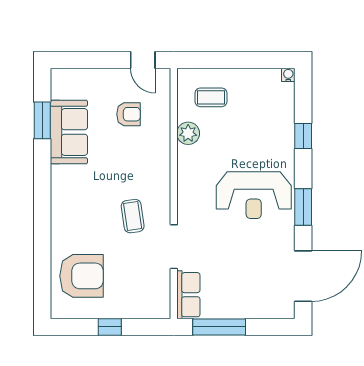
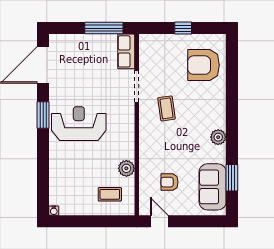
sofa: (69, 132) -> (213, 187), moved
window: (303, 136) -> (43, 166), removed
plant: (61, 176) -> (218, 137), added

